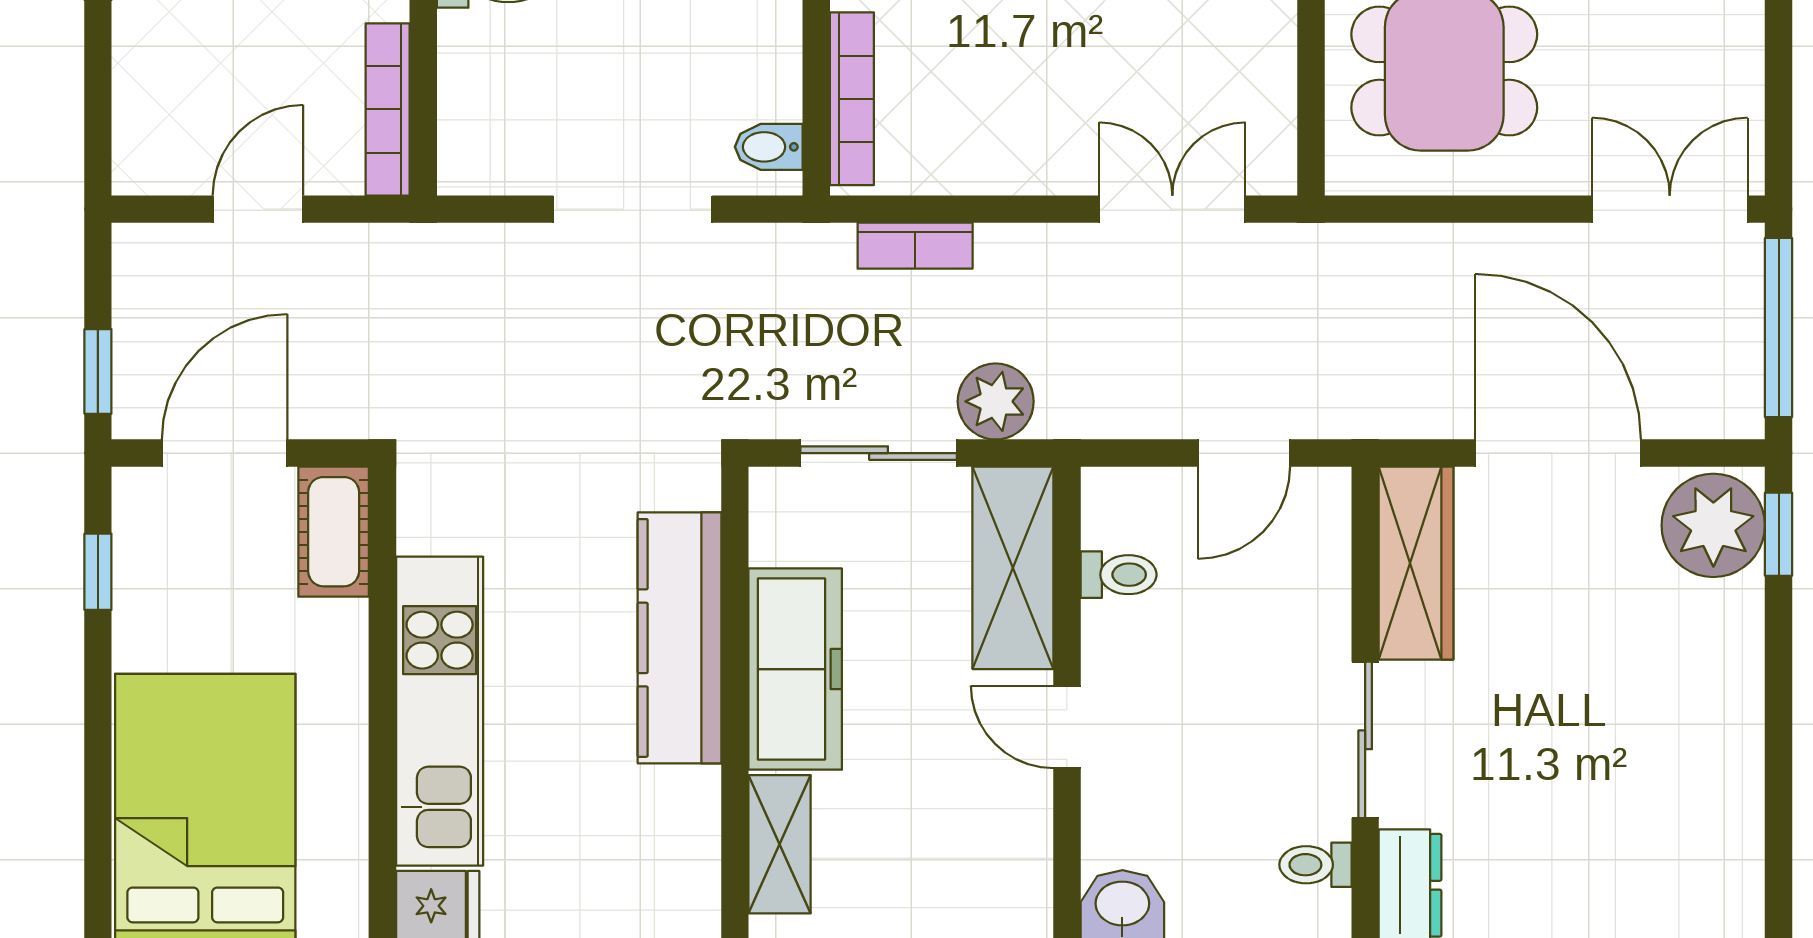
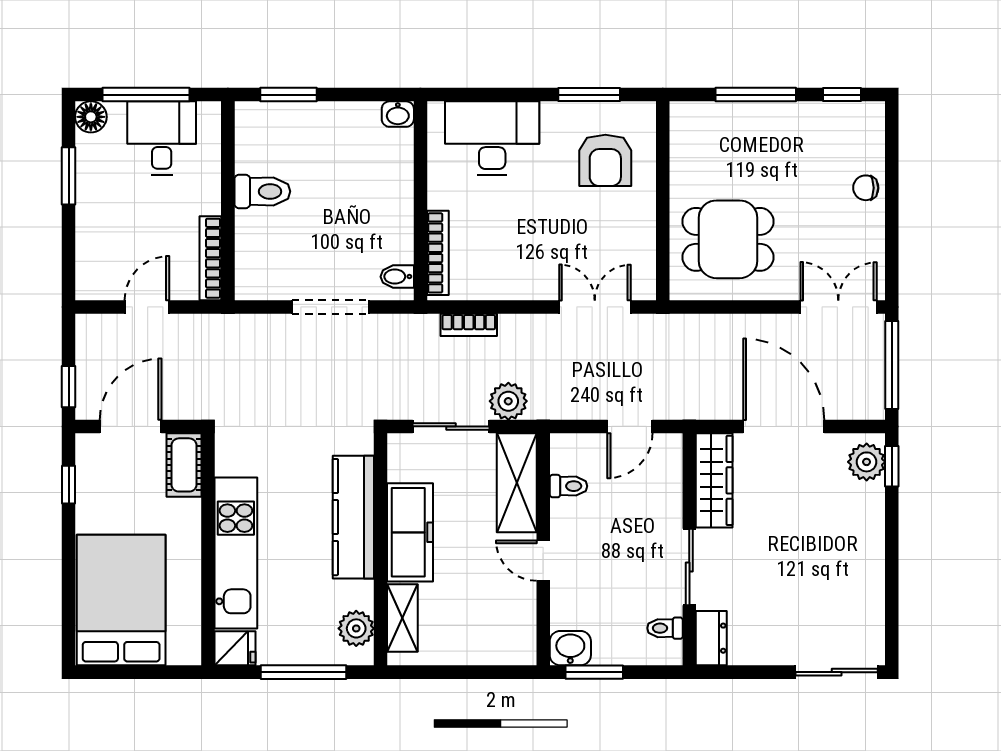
plant: (1713, 525) -> (867, 462), width x0.73, depth x0.73
plant: (685, 865) -> (356, 628), added

